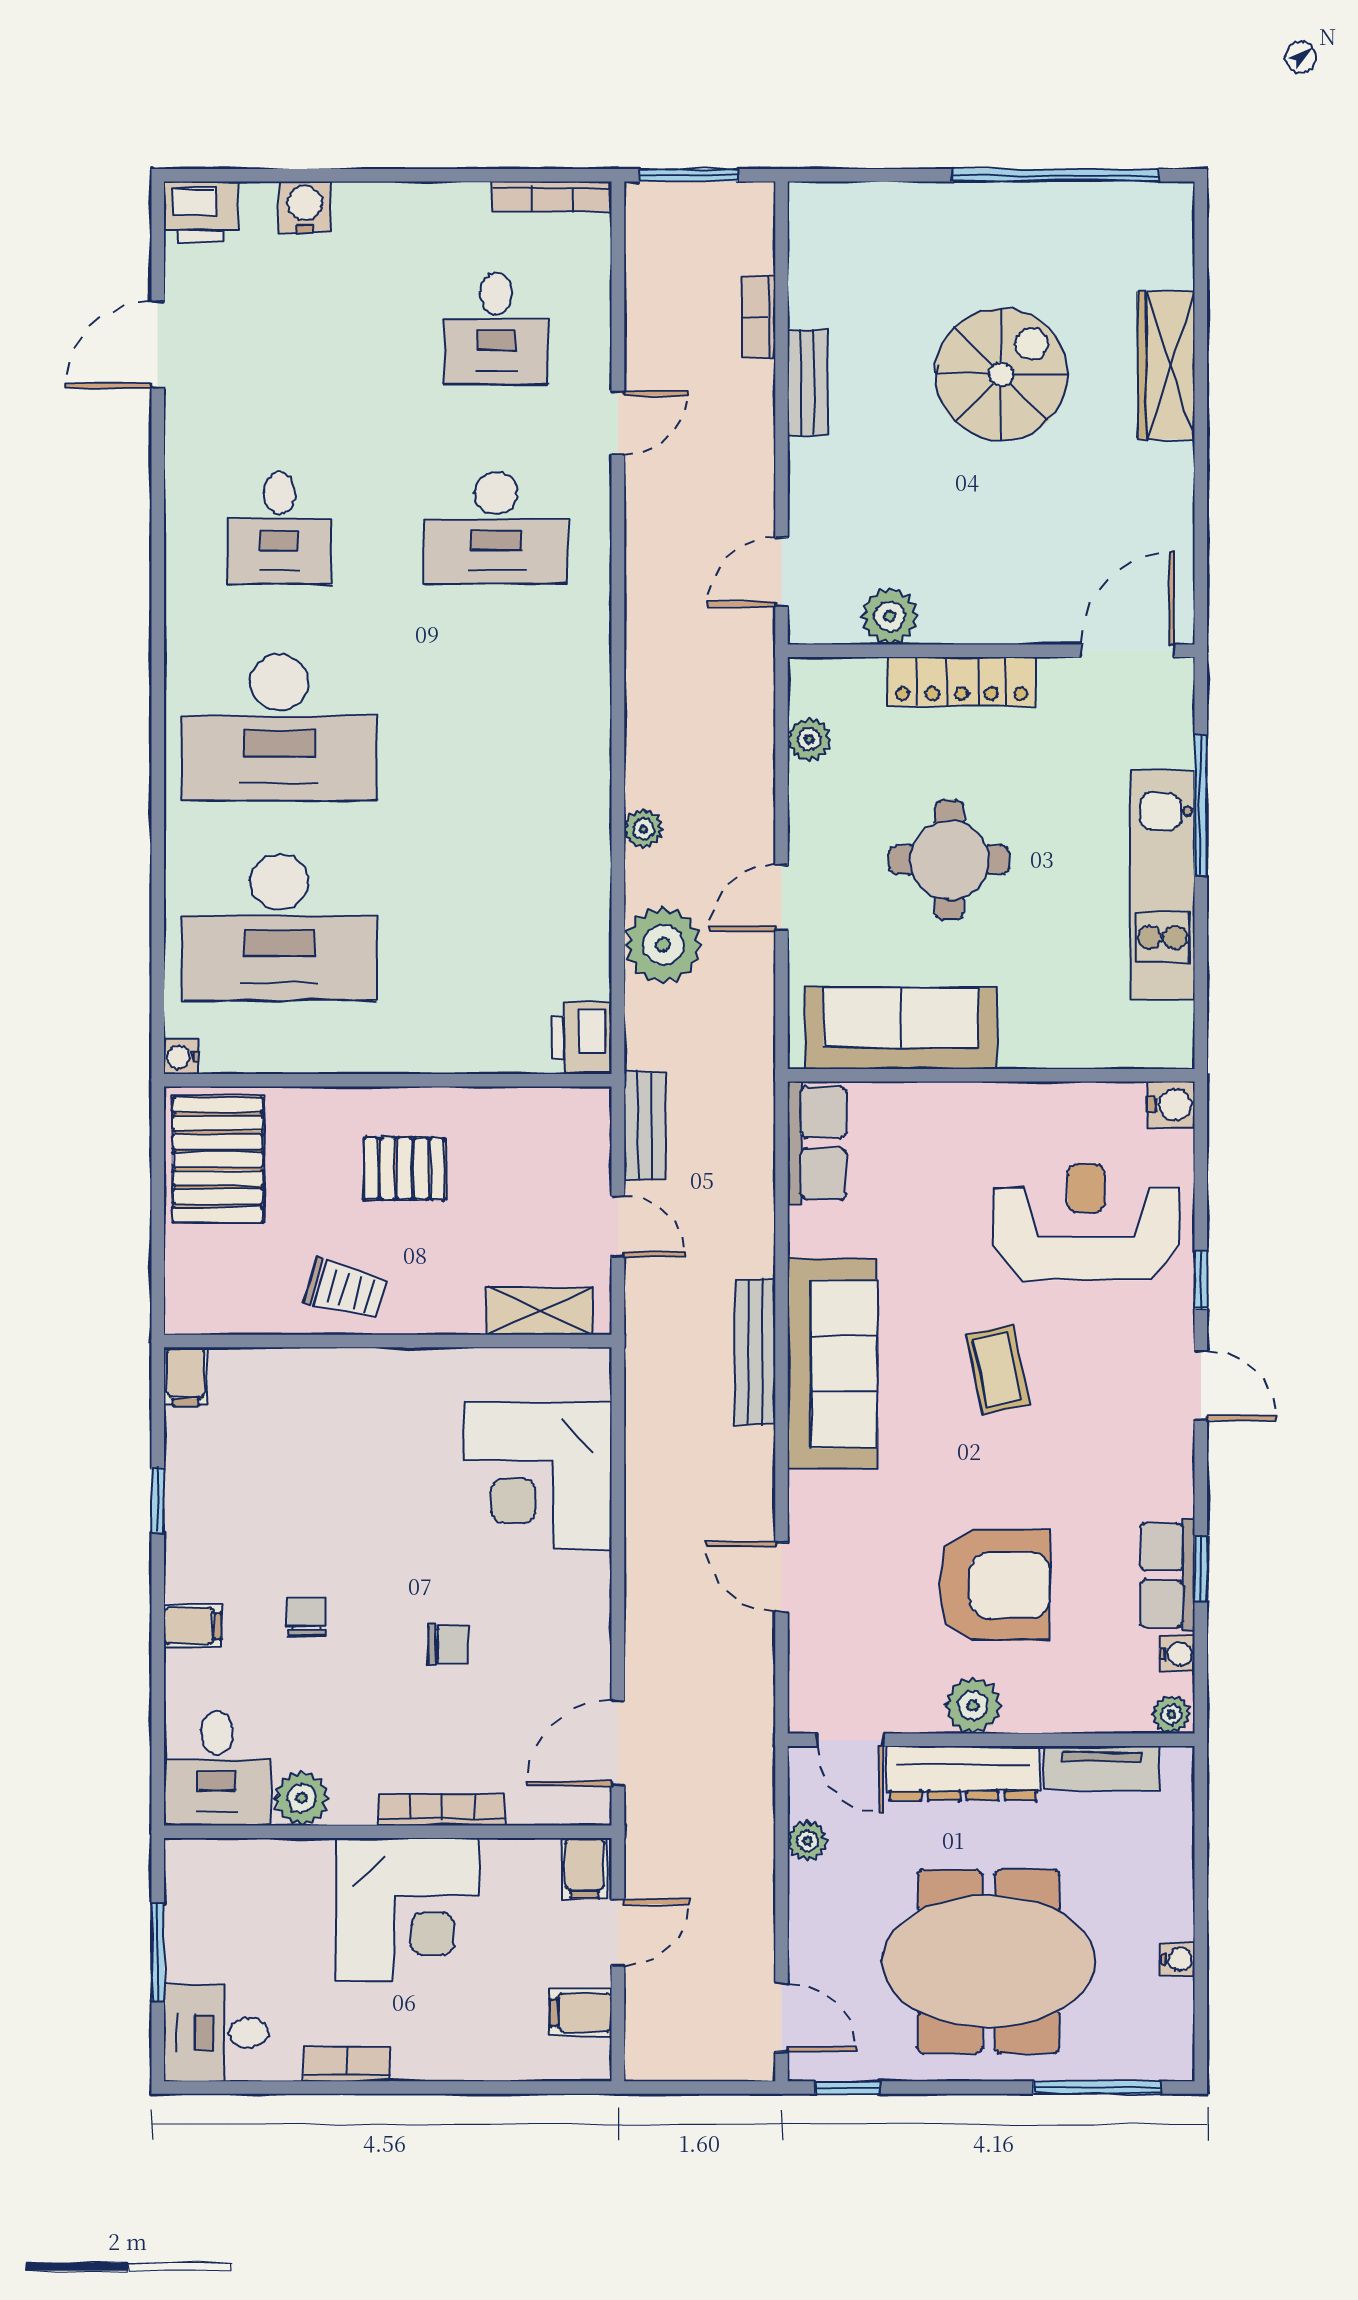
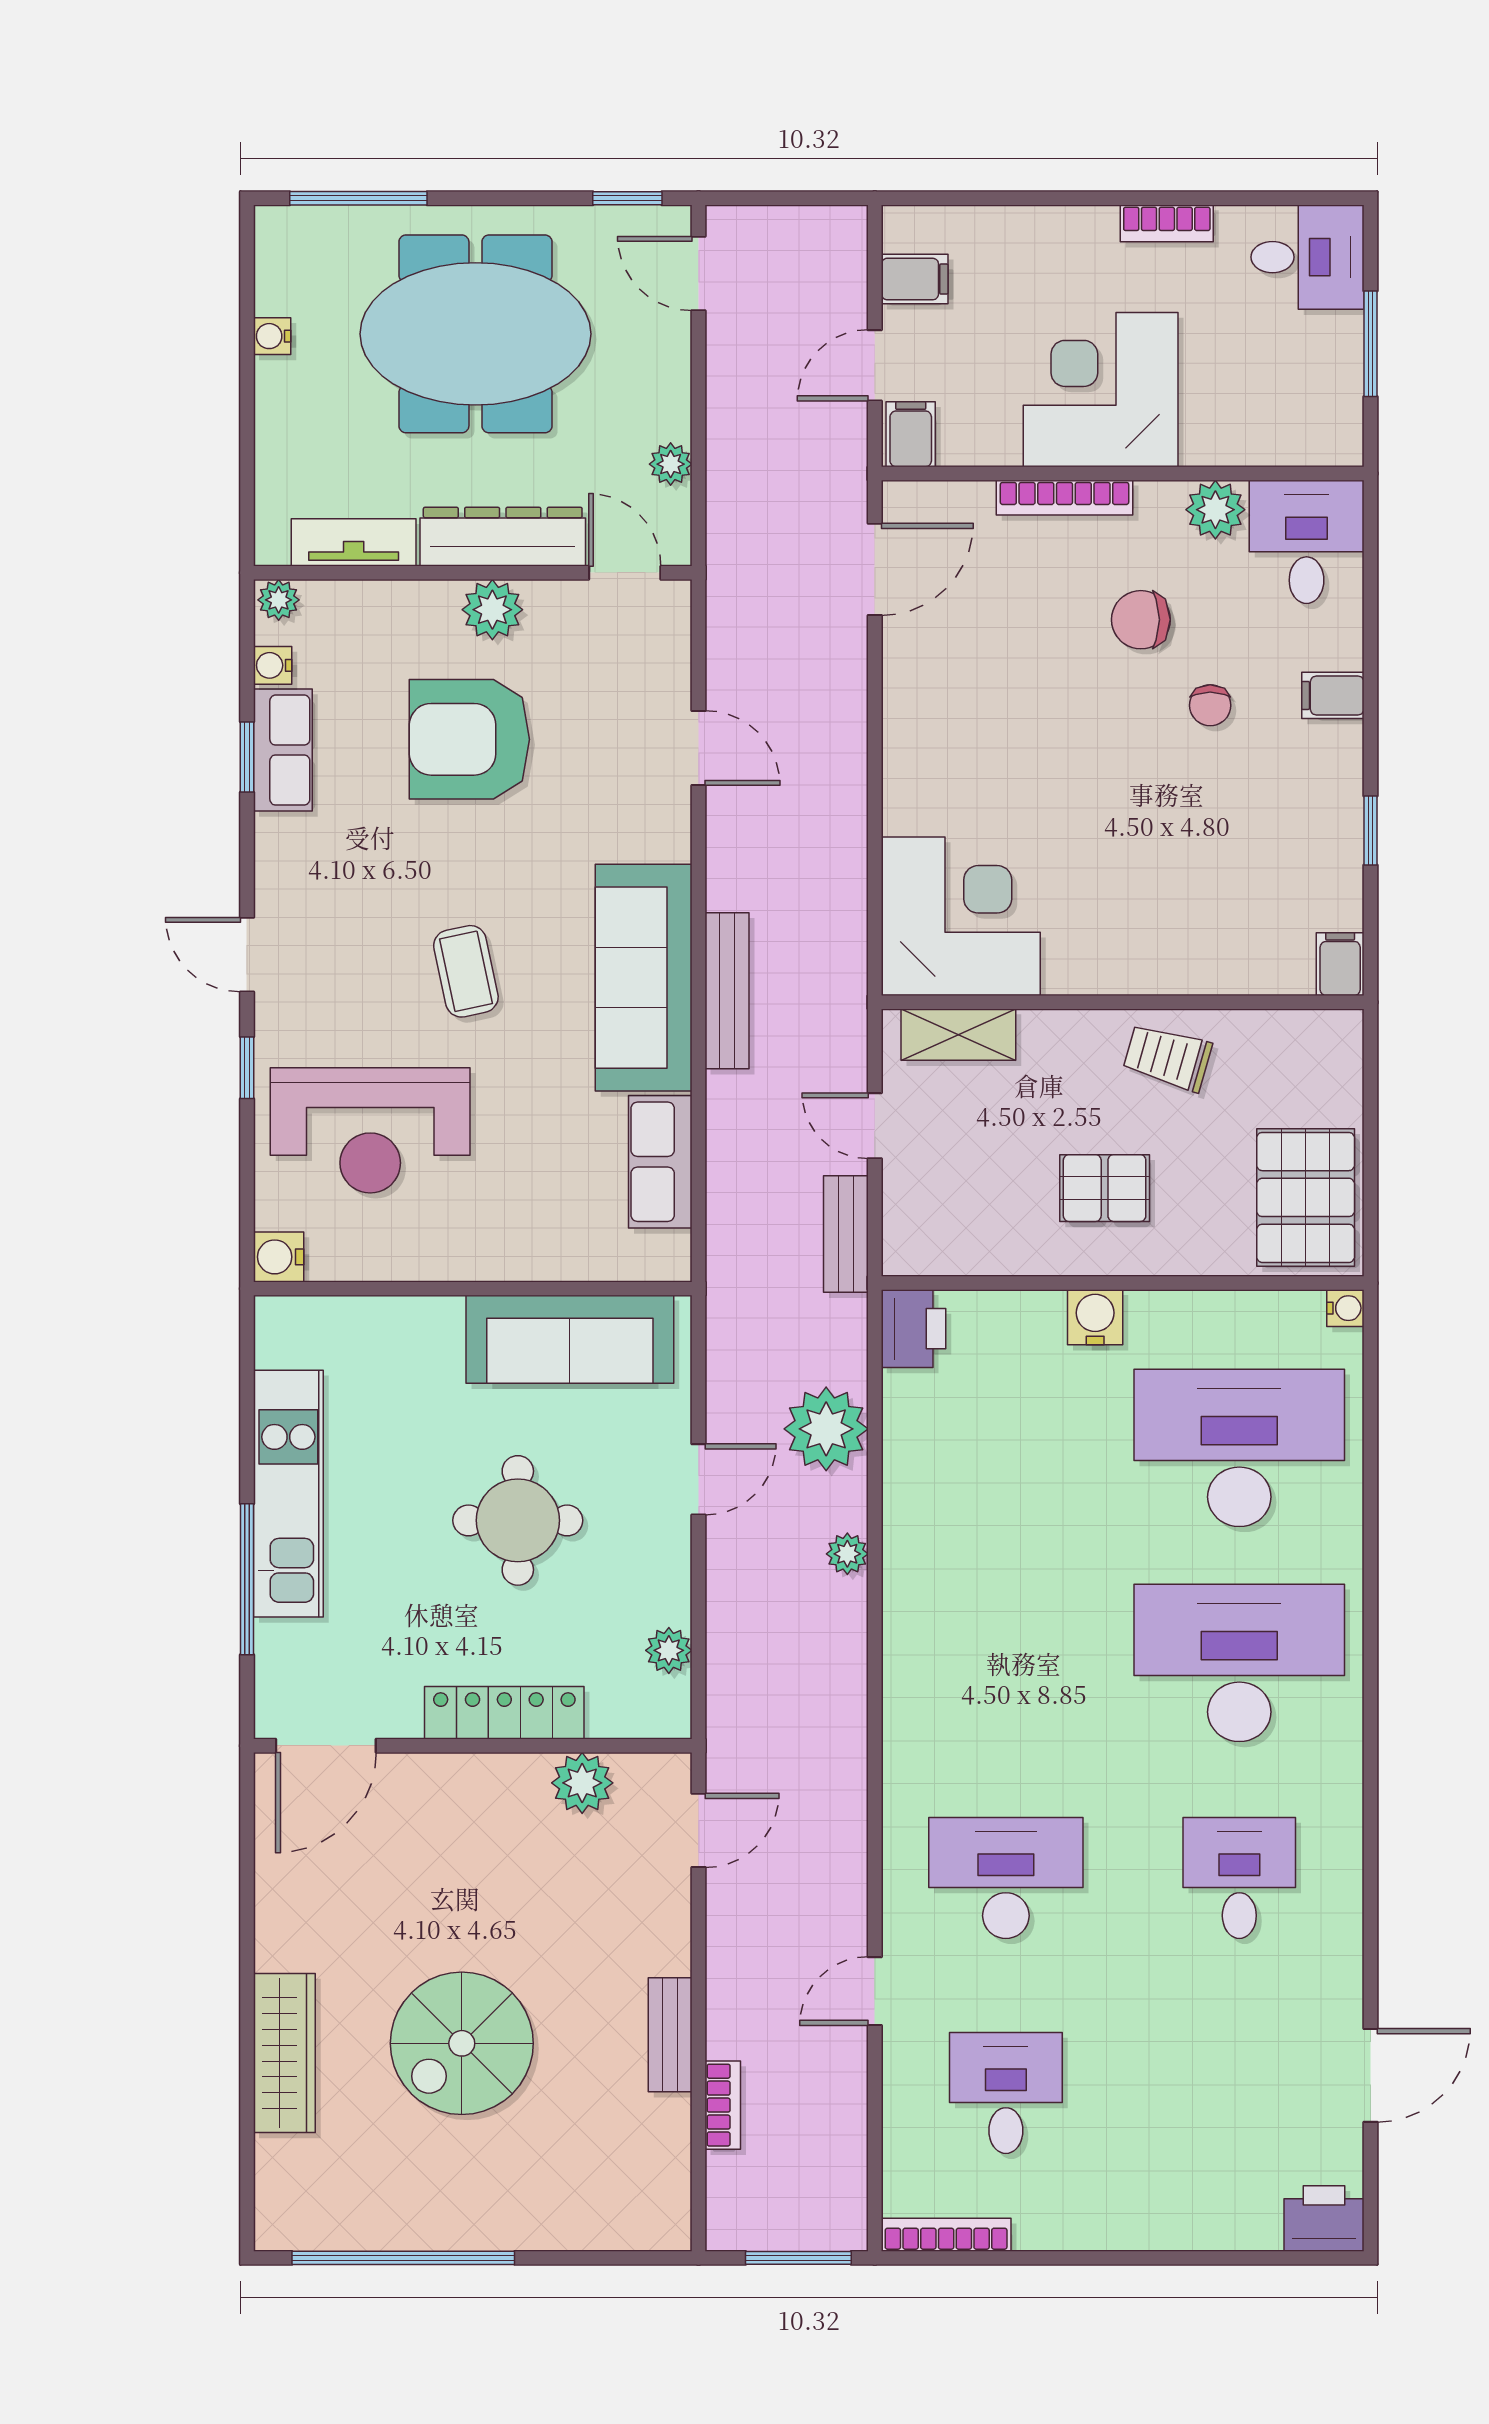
water cooler: (305, 207) -> (1095, 1317), moved, turned 180
row of seats: (817, 1143) -> (660, 1162), moved
corner desk: (538, 1476) -> (961, 916), moved
chair: (448, 1644) -> (1141, 620), moved, width x1.37, depth x1.37

